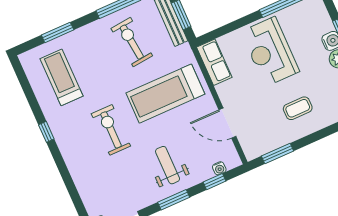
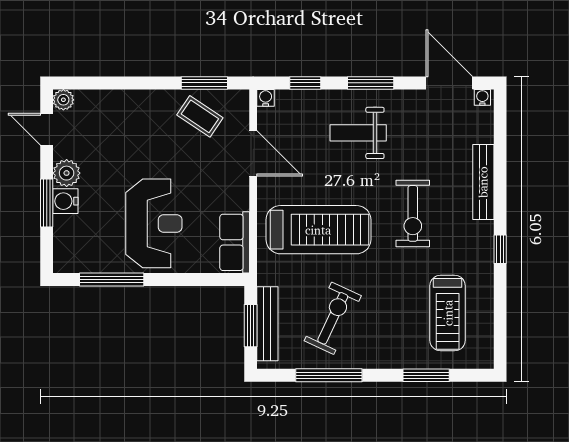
exercise bike: (132, 42) -> (333, 318), turned -149
coffee table: (298, 108) -> (200, 116), moved, turned 34
weight bench: (168, 165) -> (358, 133), turned 90
water cooler: (219, 168) -> (266, 98), moved
bench: (76, 169) -> (483, 182), added

